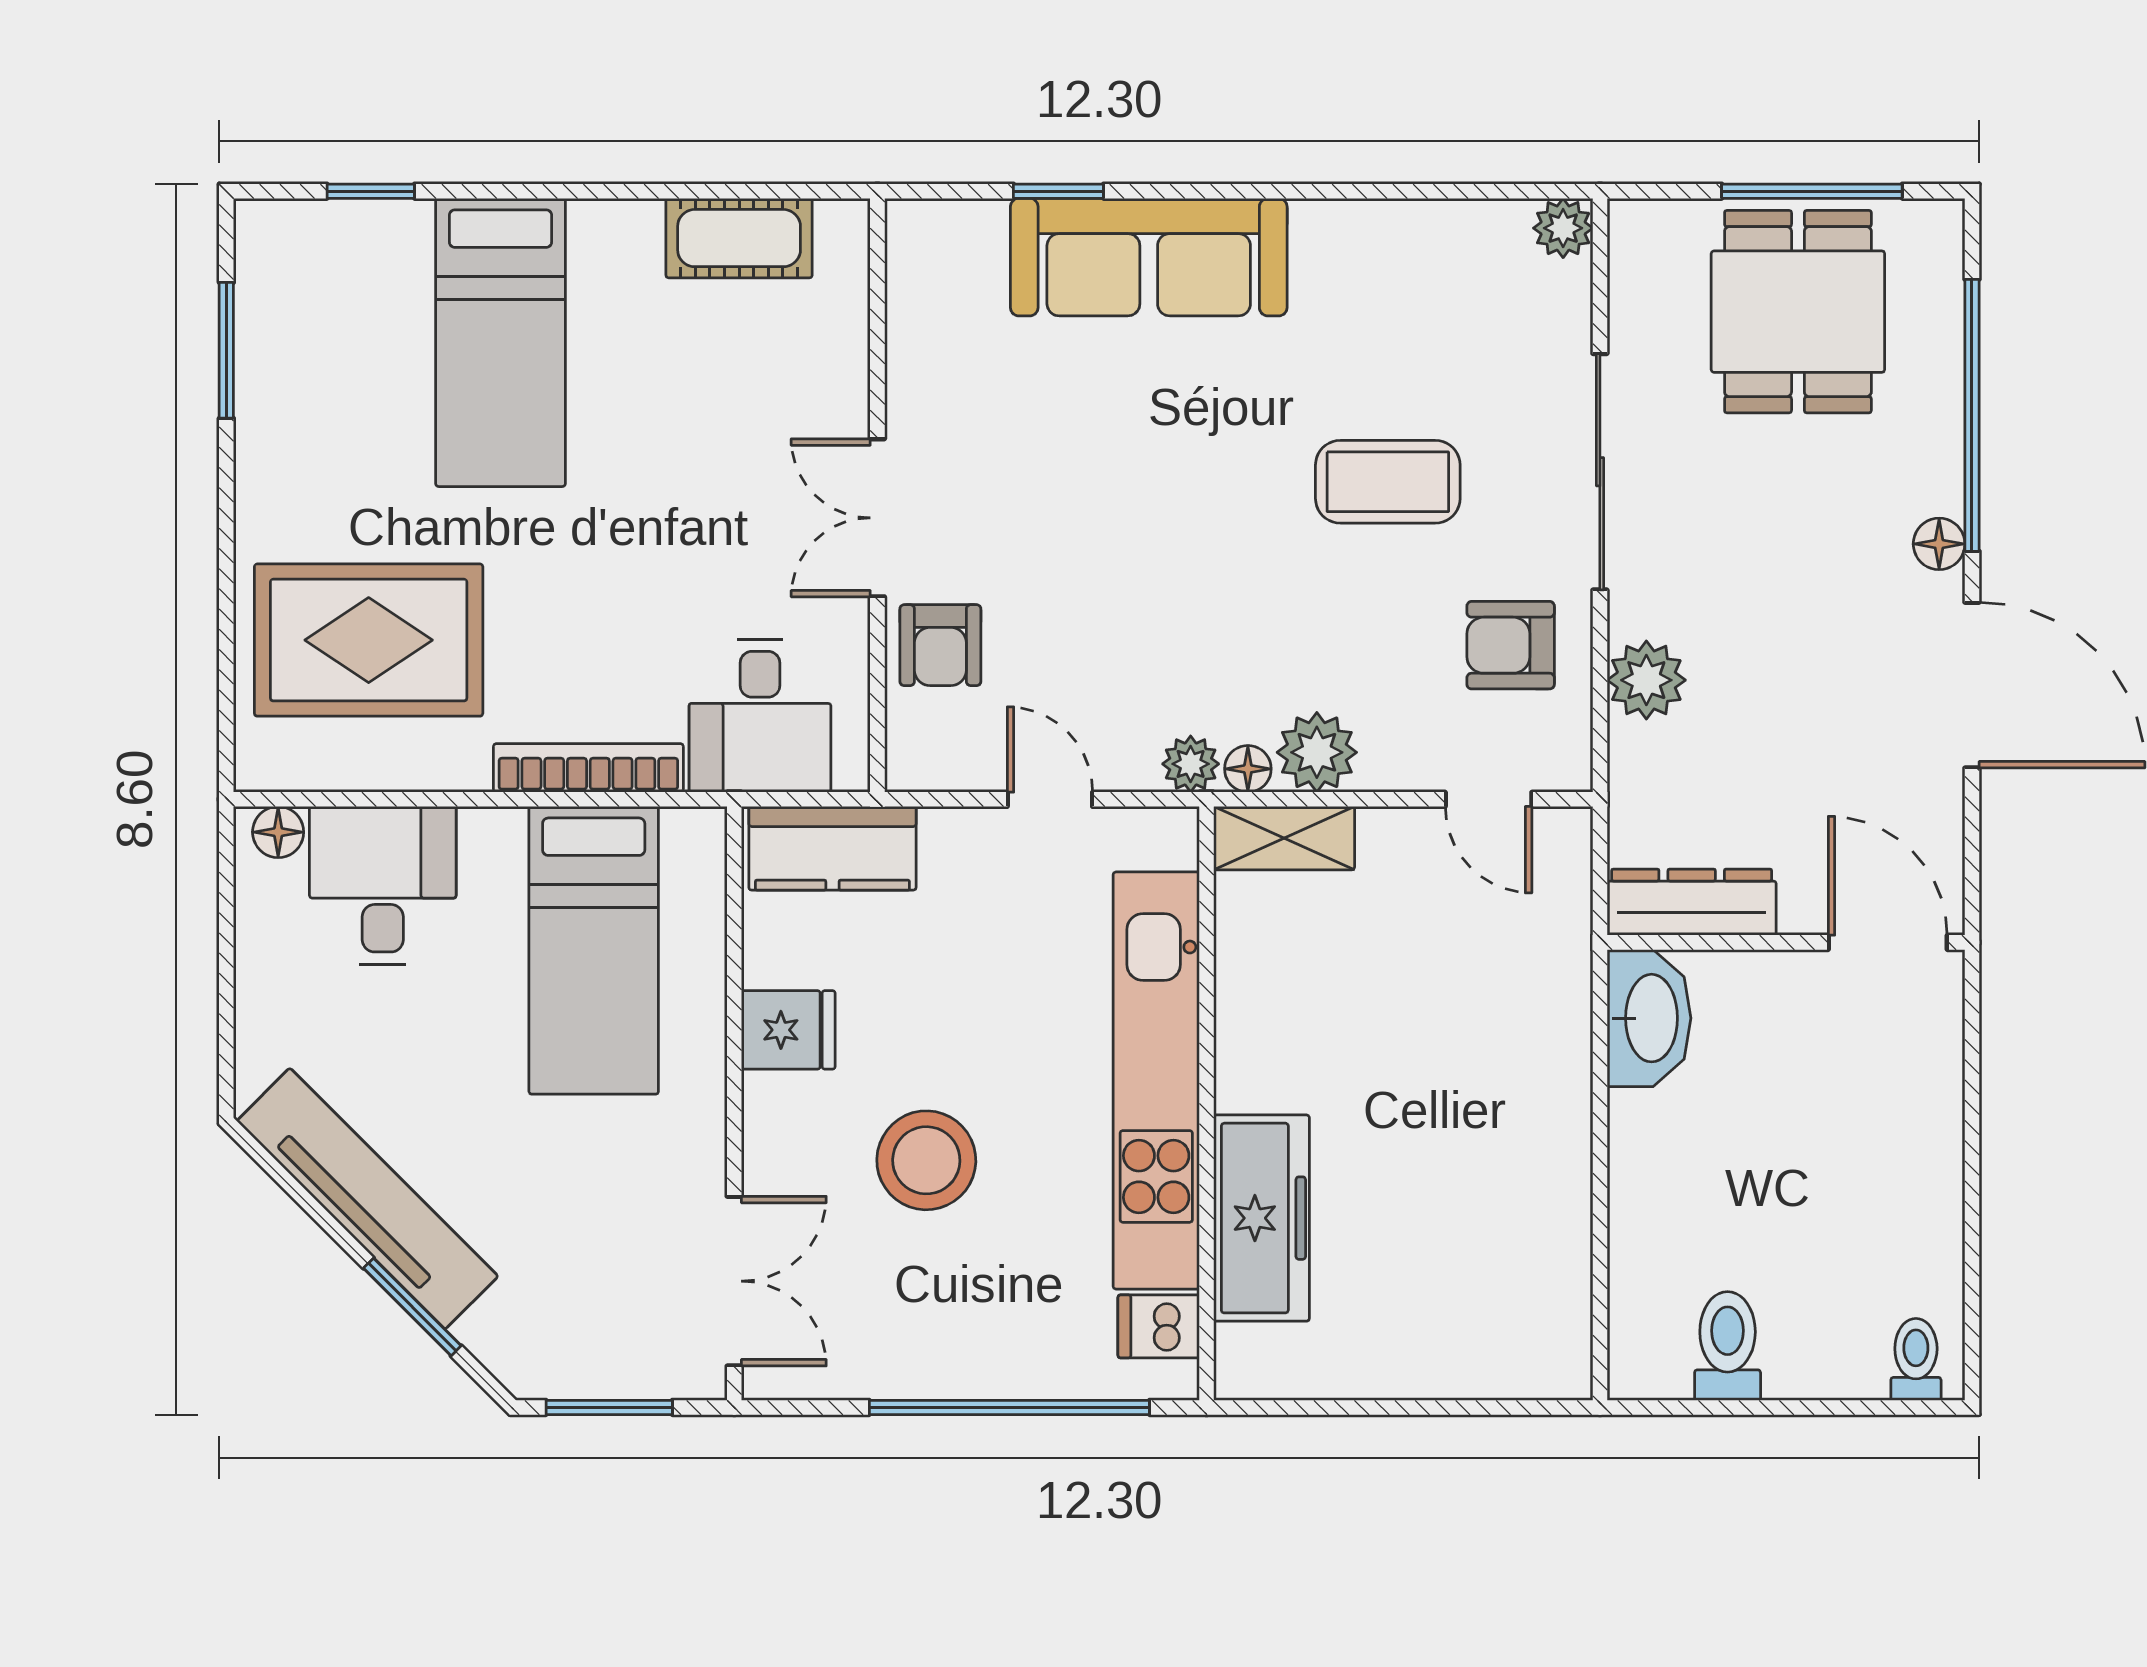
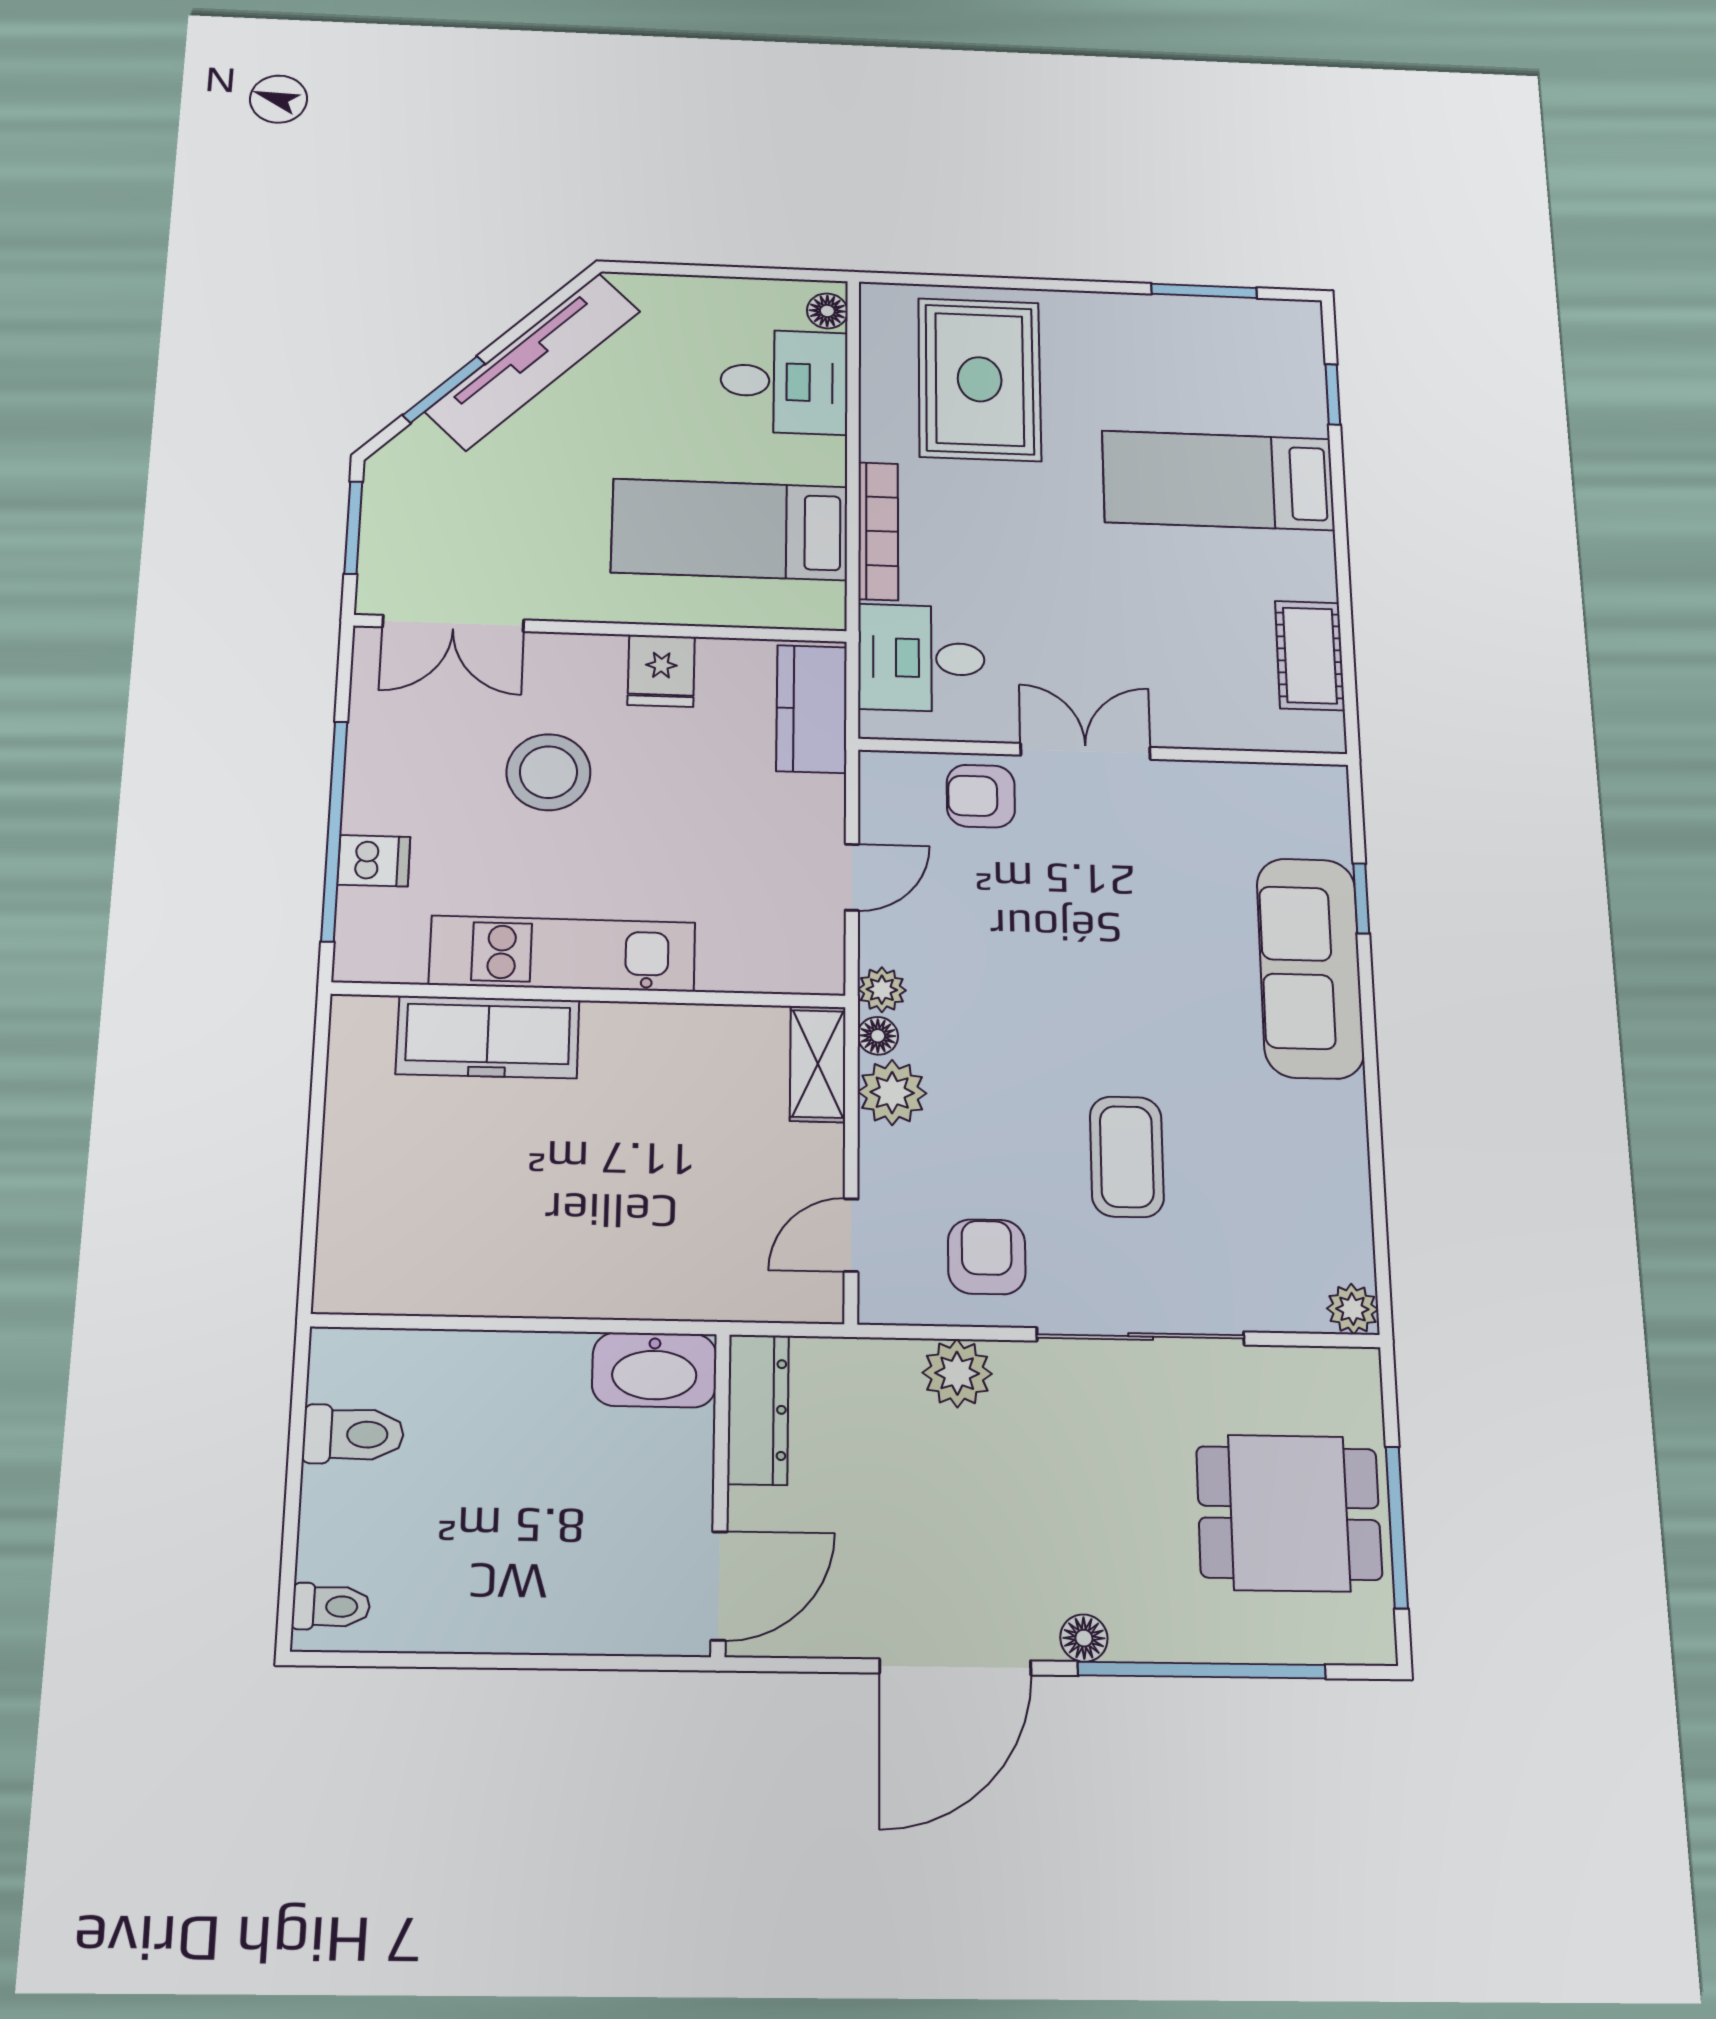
kitchen unit: (1156, 1081) -> (562, 954), width x0.73
dishwasher: (1159, 1326) -> (374, 861), moved, turned 90

